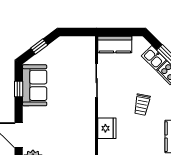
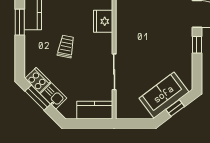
sofa: (35, 85) -> (164, 95), moved, turned 53
window: (19, 89) -> (197, 45), moved

